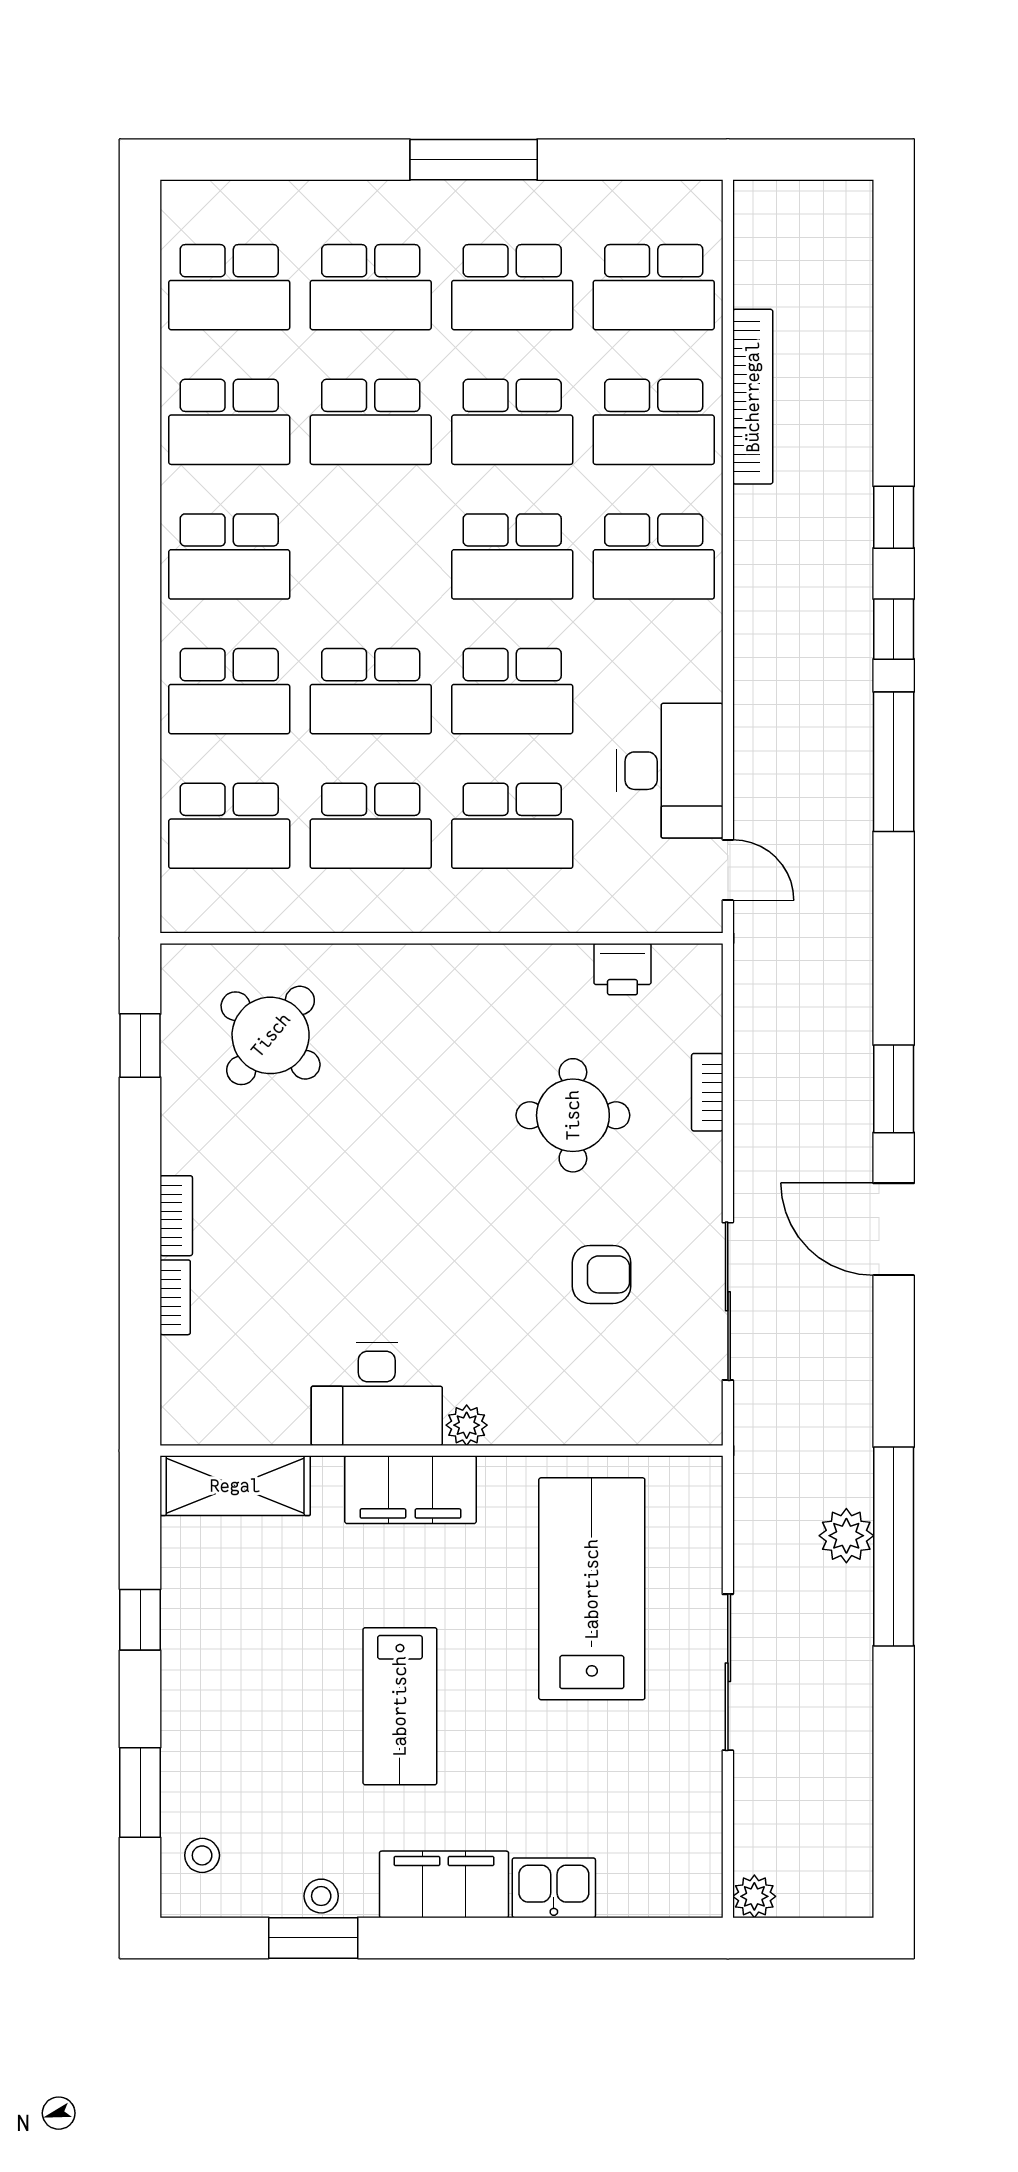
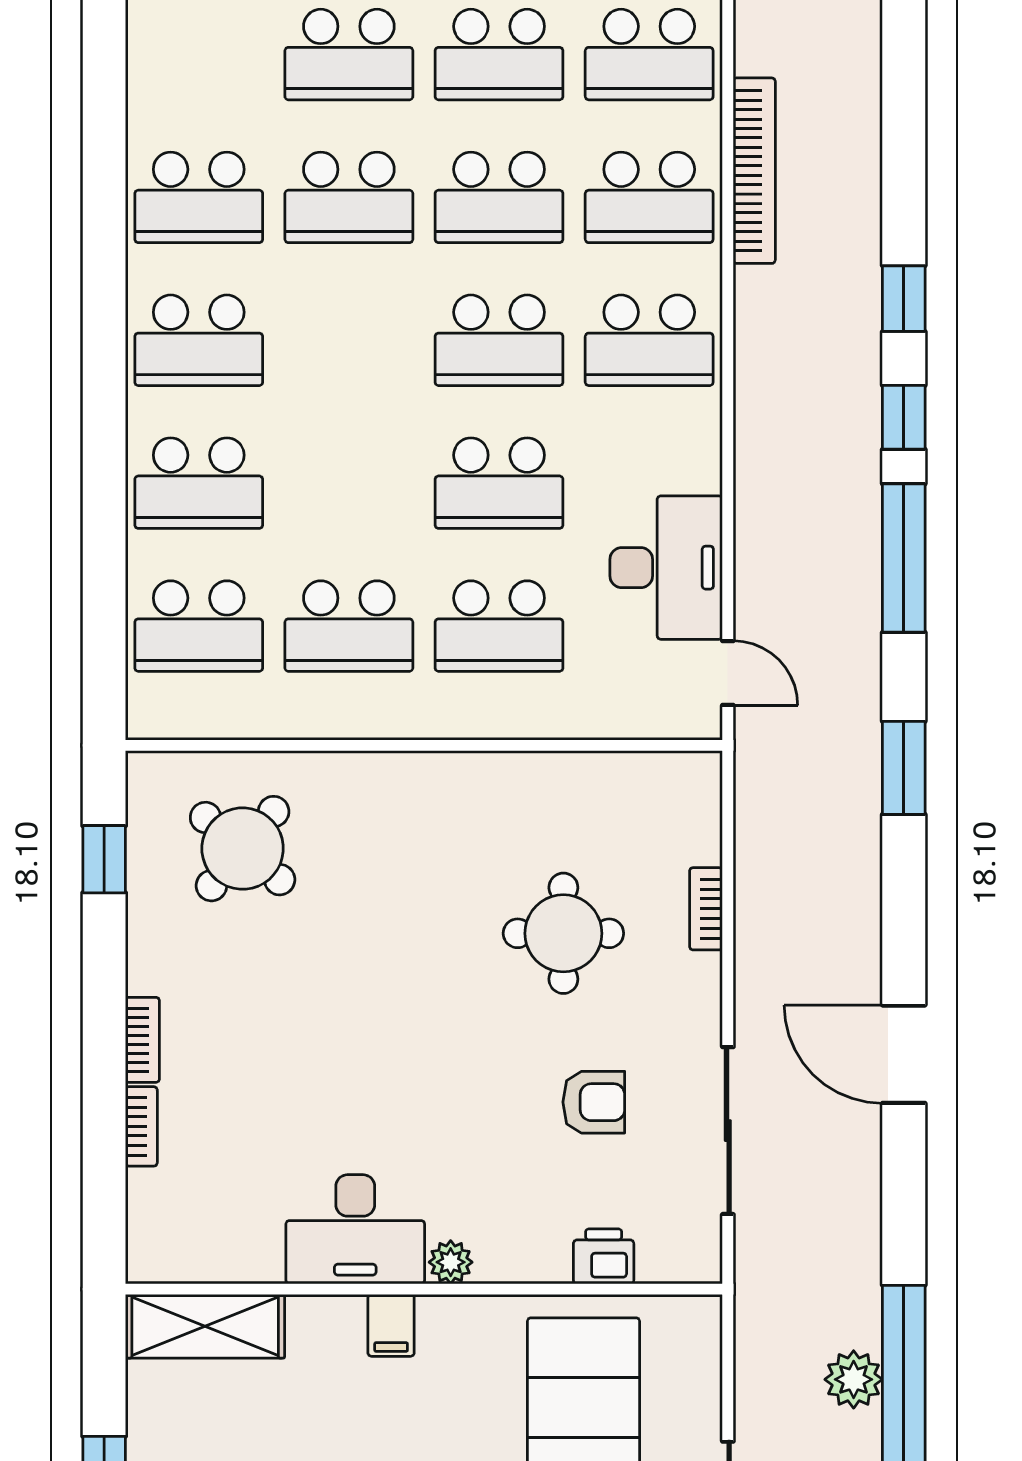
school desk: (229, 287) -> (199, 55), removed
school desk: (371, 691) -> (349, 483), removed
printer: (622, 969) -> (604, 1256), moved, turned 180
window: (894, 1089) -> (904, 768), moved
filing cabinet: (410, 1490) -> (391, 1325), width x0.33, depth x0.86

